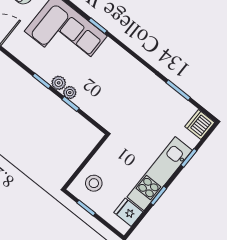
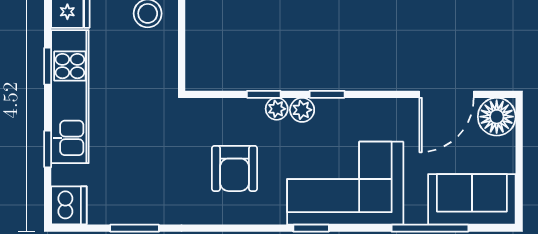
armchair: (111, 81) -> (235, 168), added

